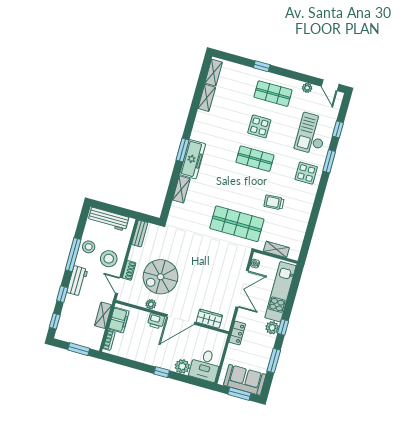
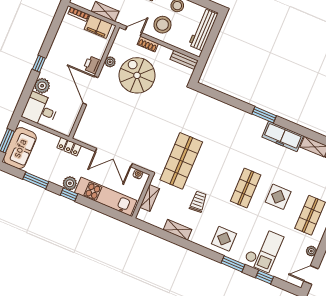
checkout: (312, 134) -> (264, 250), turned 90
freezer: (193, 159) -> (283, 136), moved
shelving: (181, 189) -> (177, 230), moved
wardrobe: (209, 319) -> (88, 120), removed

